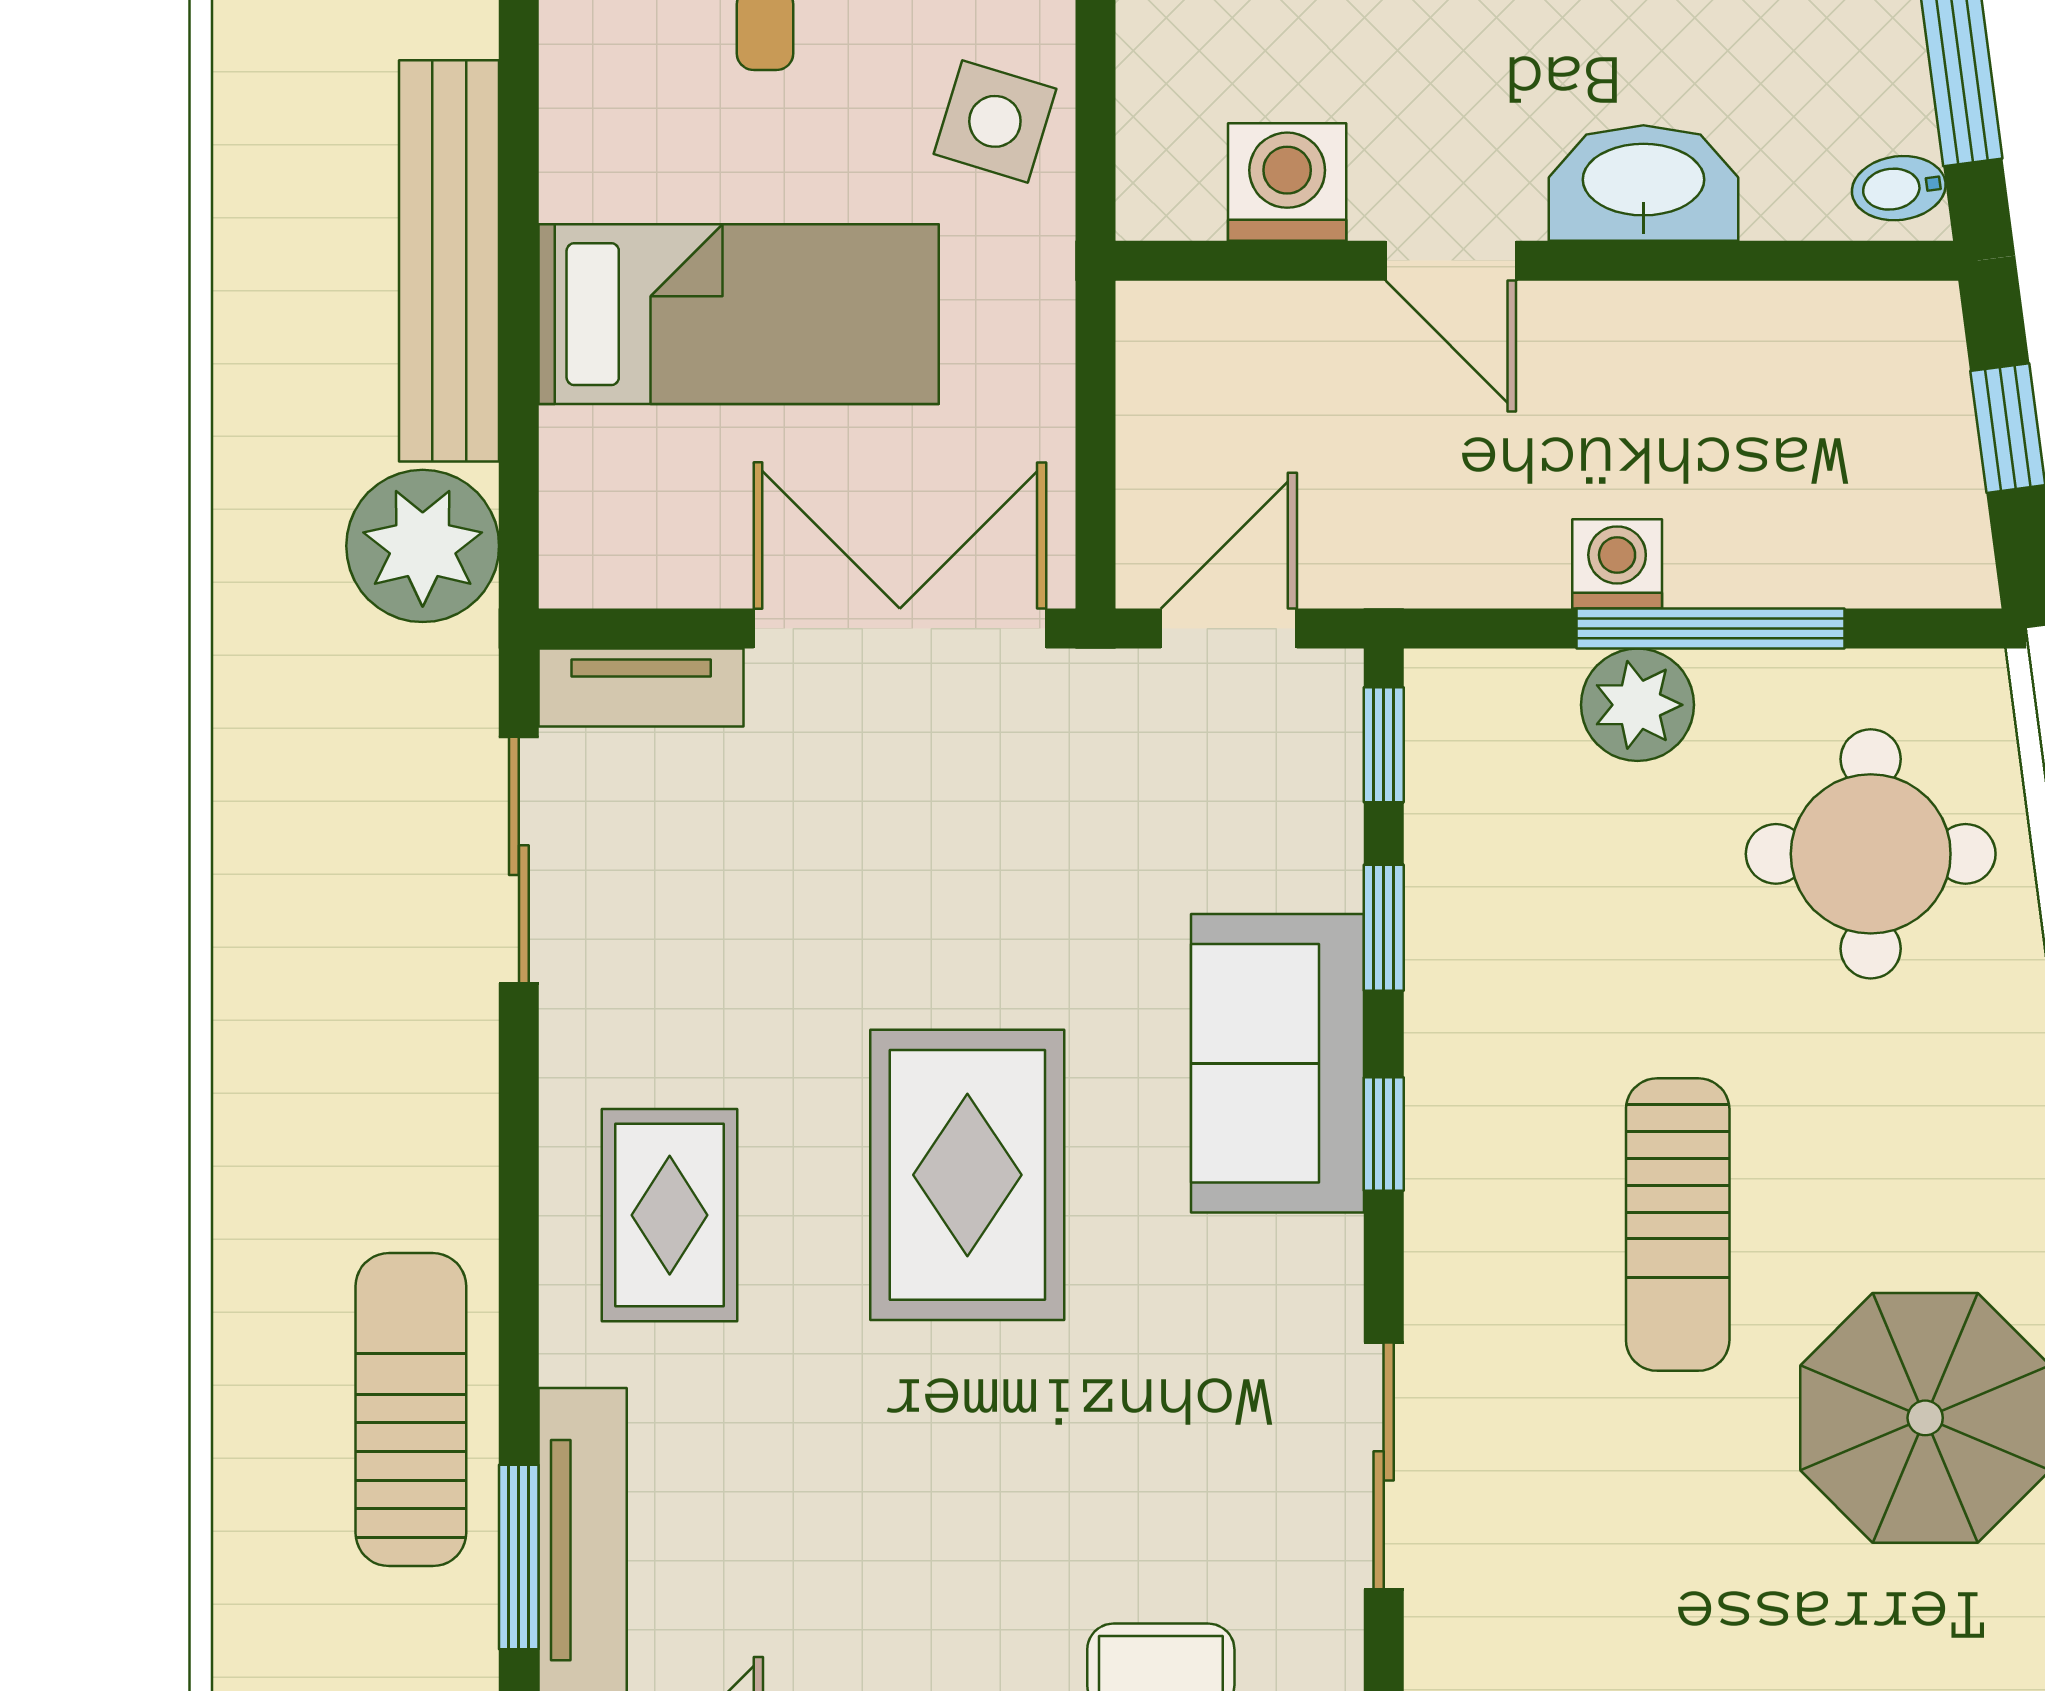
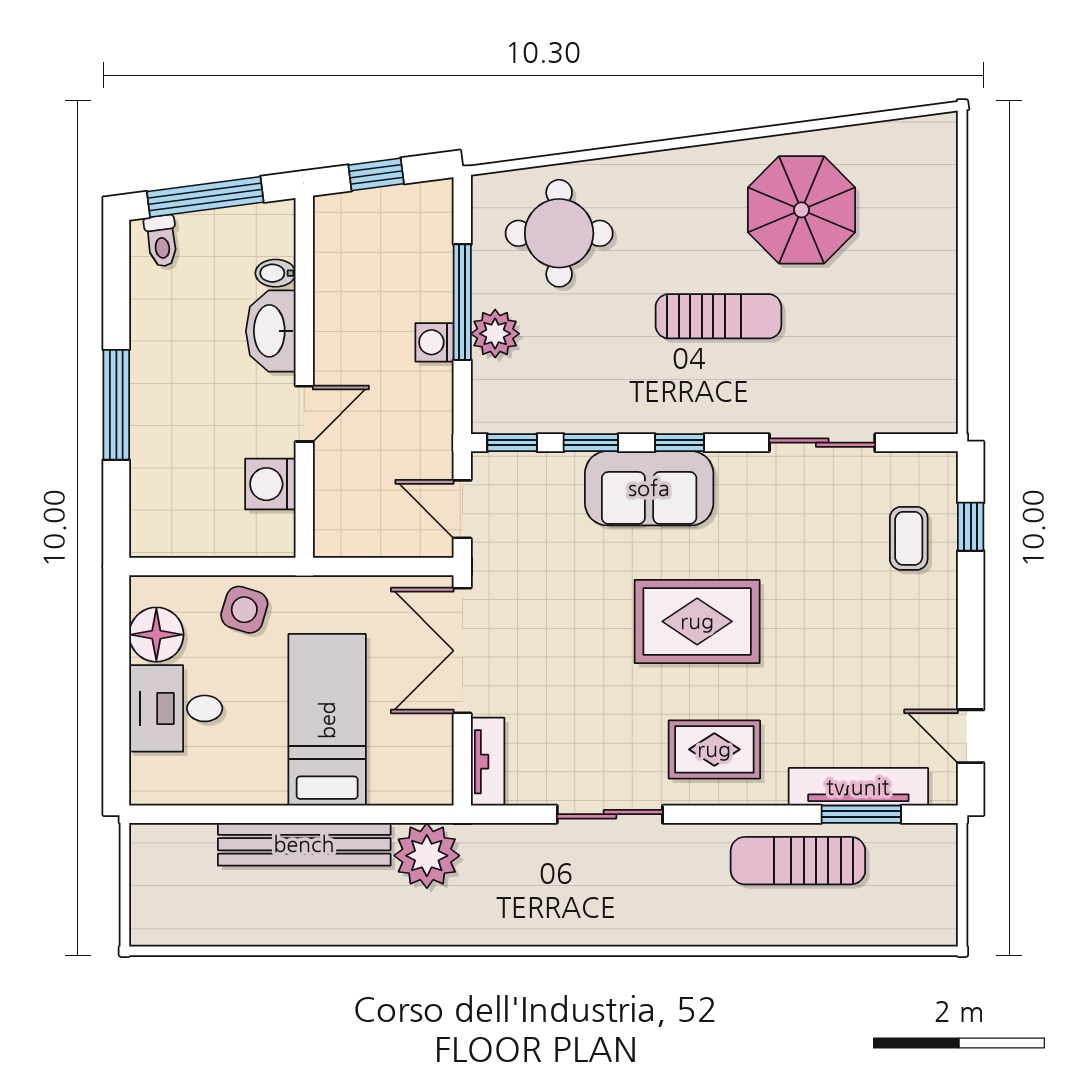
bidet: (1899, 188) -> (276, 273), moved, turned 98
sliding door: (519, 860) -> (610, 814), moved

